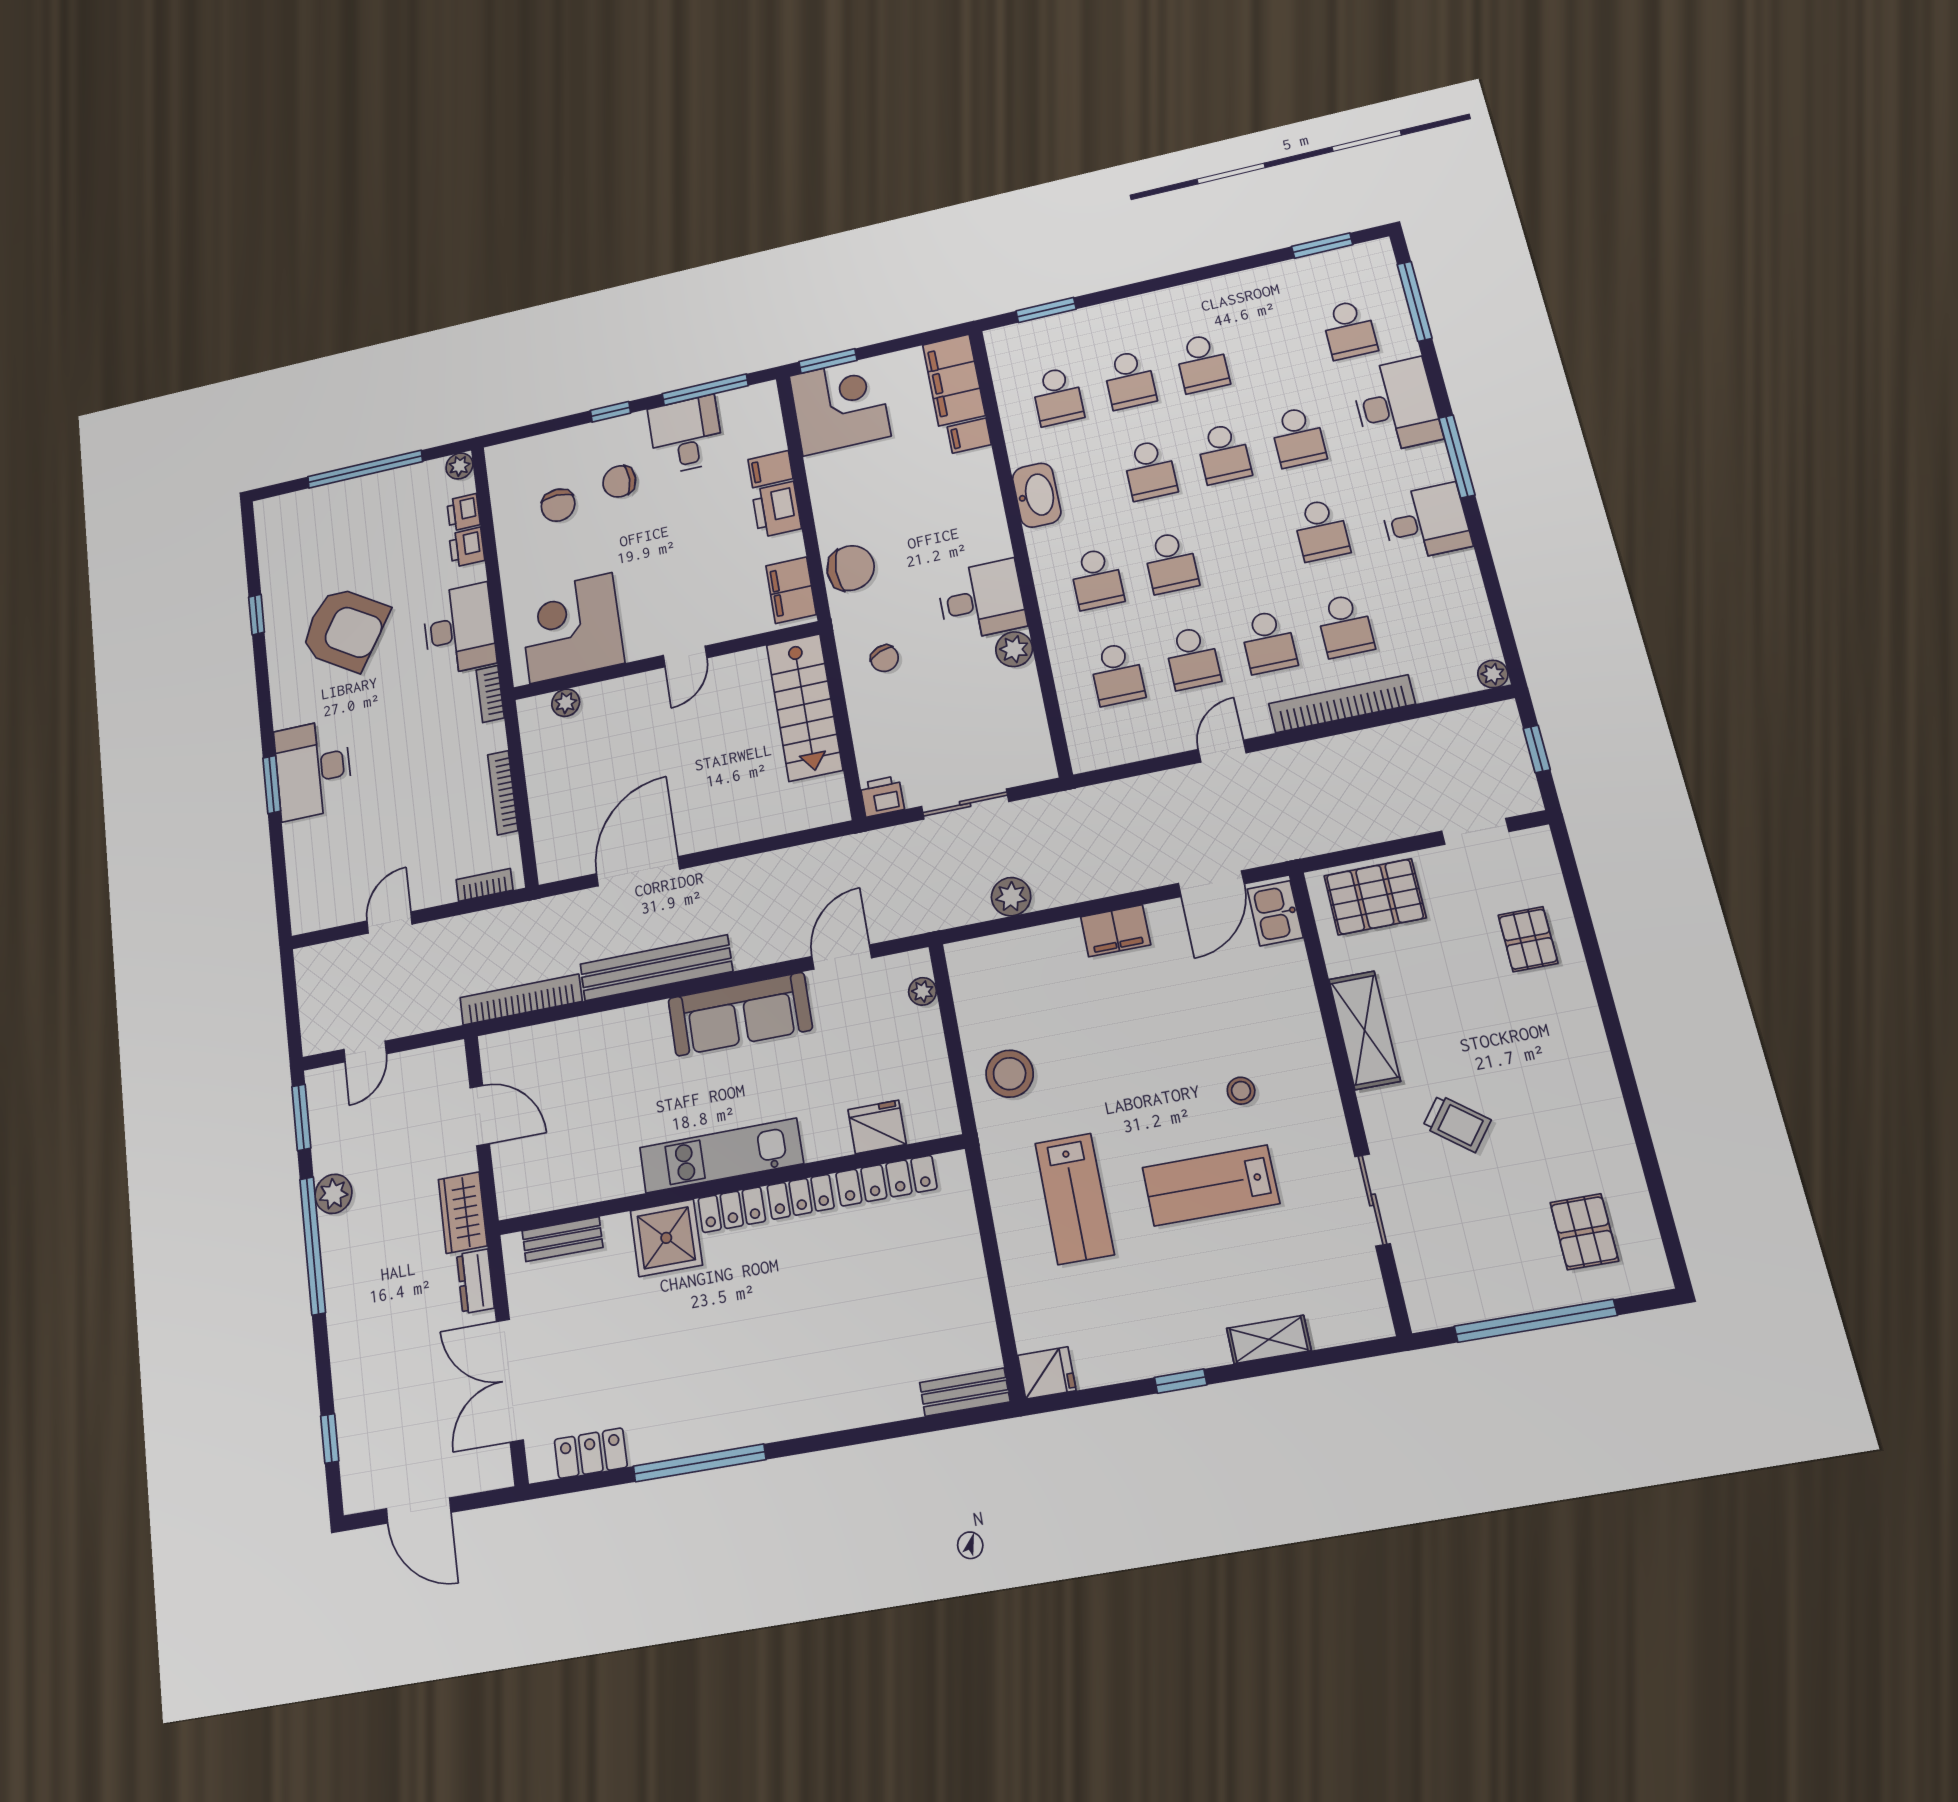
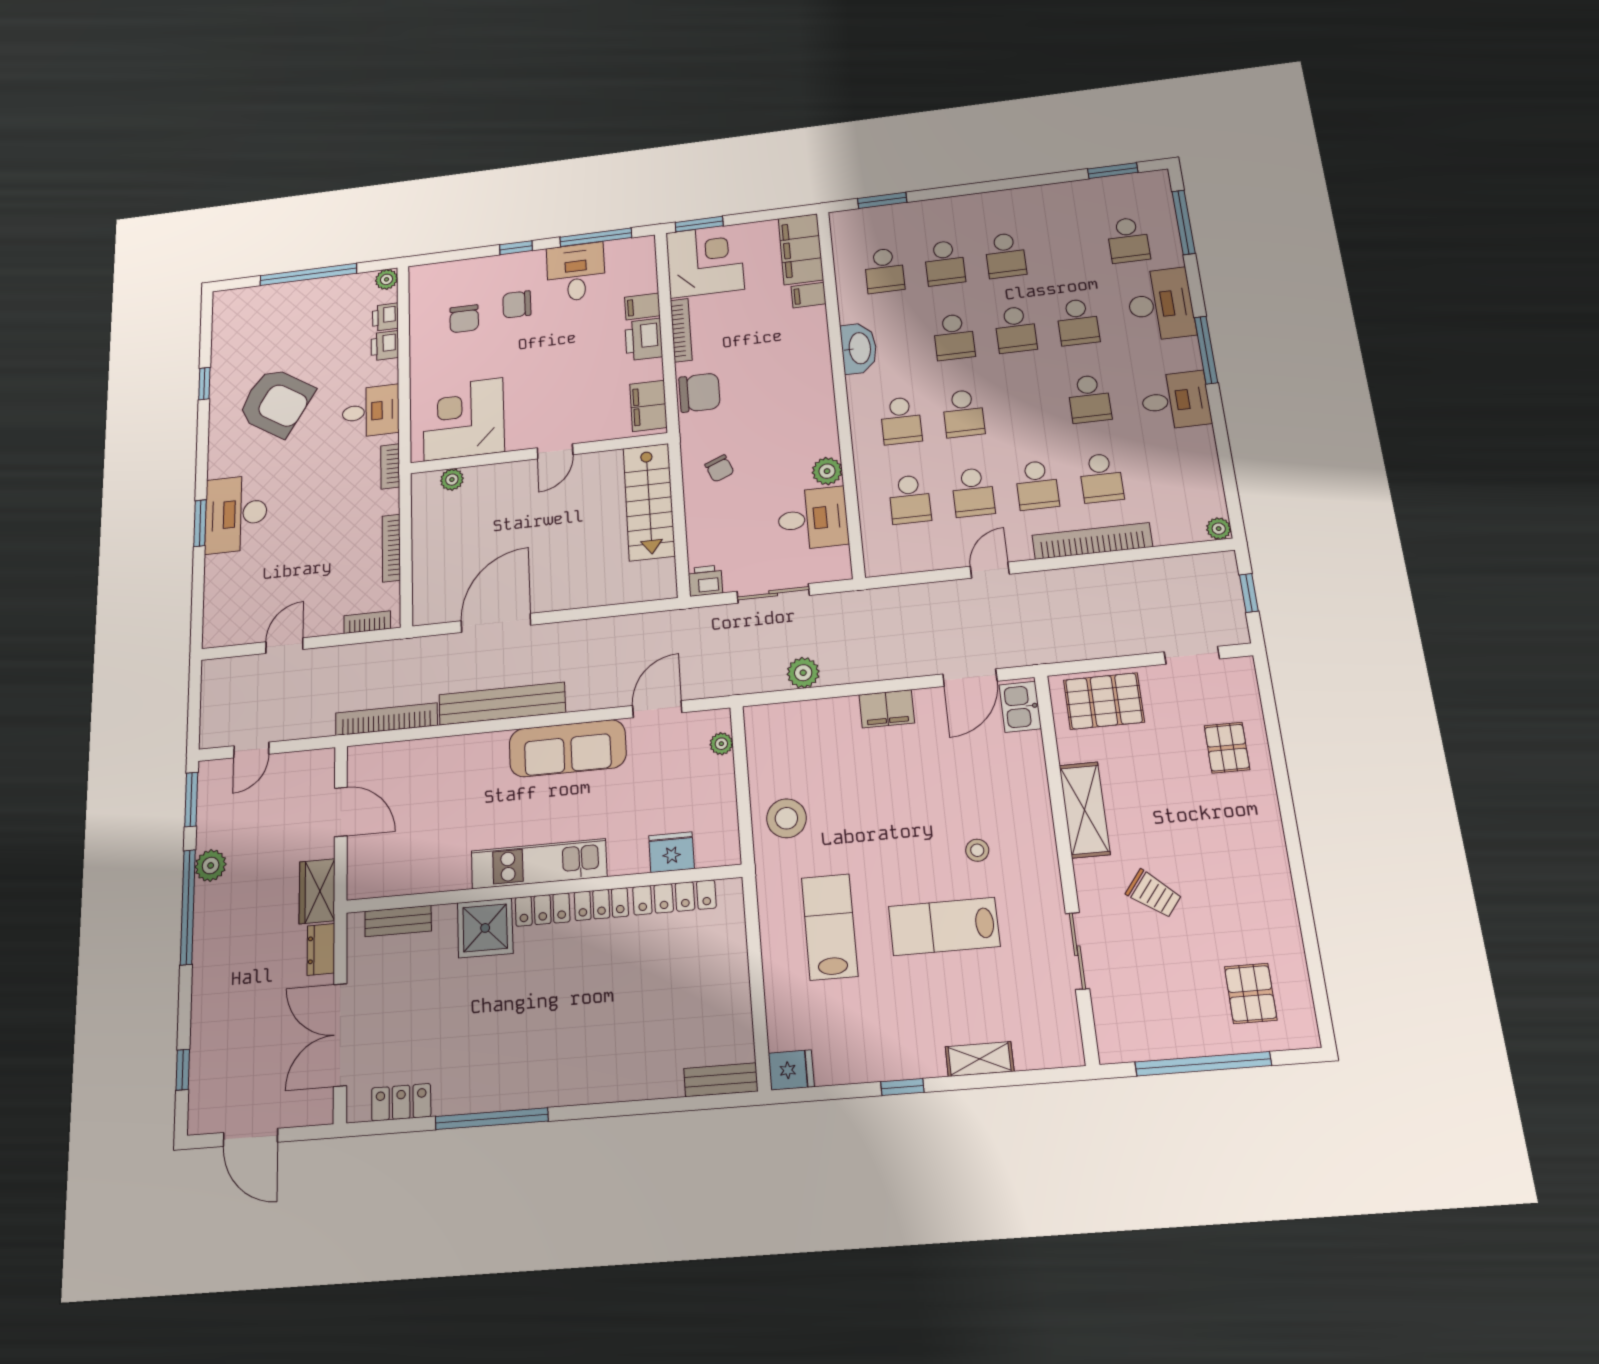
bookcase: (820, 494) -> (681, 330), added
desk: (982, 600) -> (813, 518), moved
desk: (459, 629) -> (371, 411), width x0.73
lab bench: (1074, 1199) -> (830, 927), turned 180

